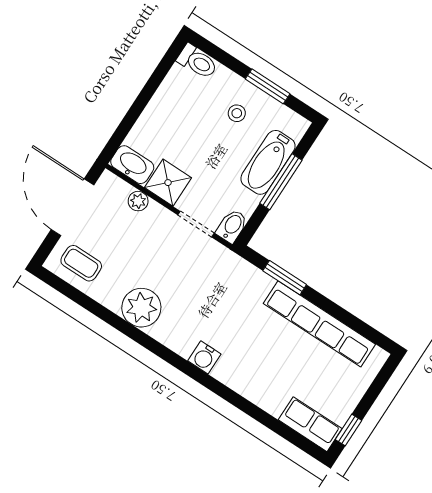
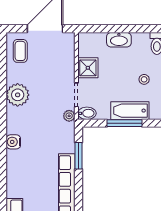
washbasin: (132, 165) -> (119, 40), moved, turned 90
plant: (138, 201) -> (69, 116), moved

